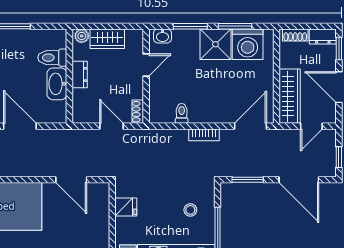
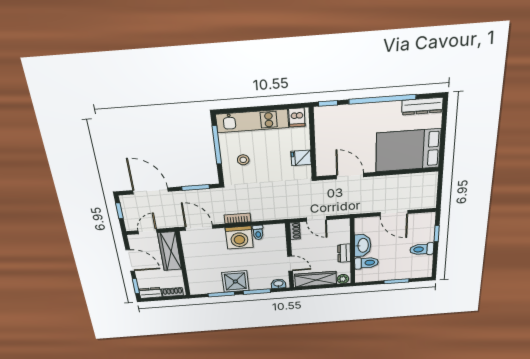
wardrobe: (107, 39) -> (316, 279), width x1.50
washing machine: (248, 44) -> (239, 238), moved, turned 180
door: (146, 65) -> (290, 264), swing flipped
door: (251, 126) -> (199, 228), swing flipped

